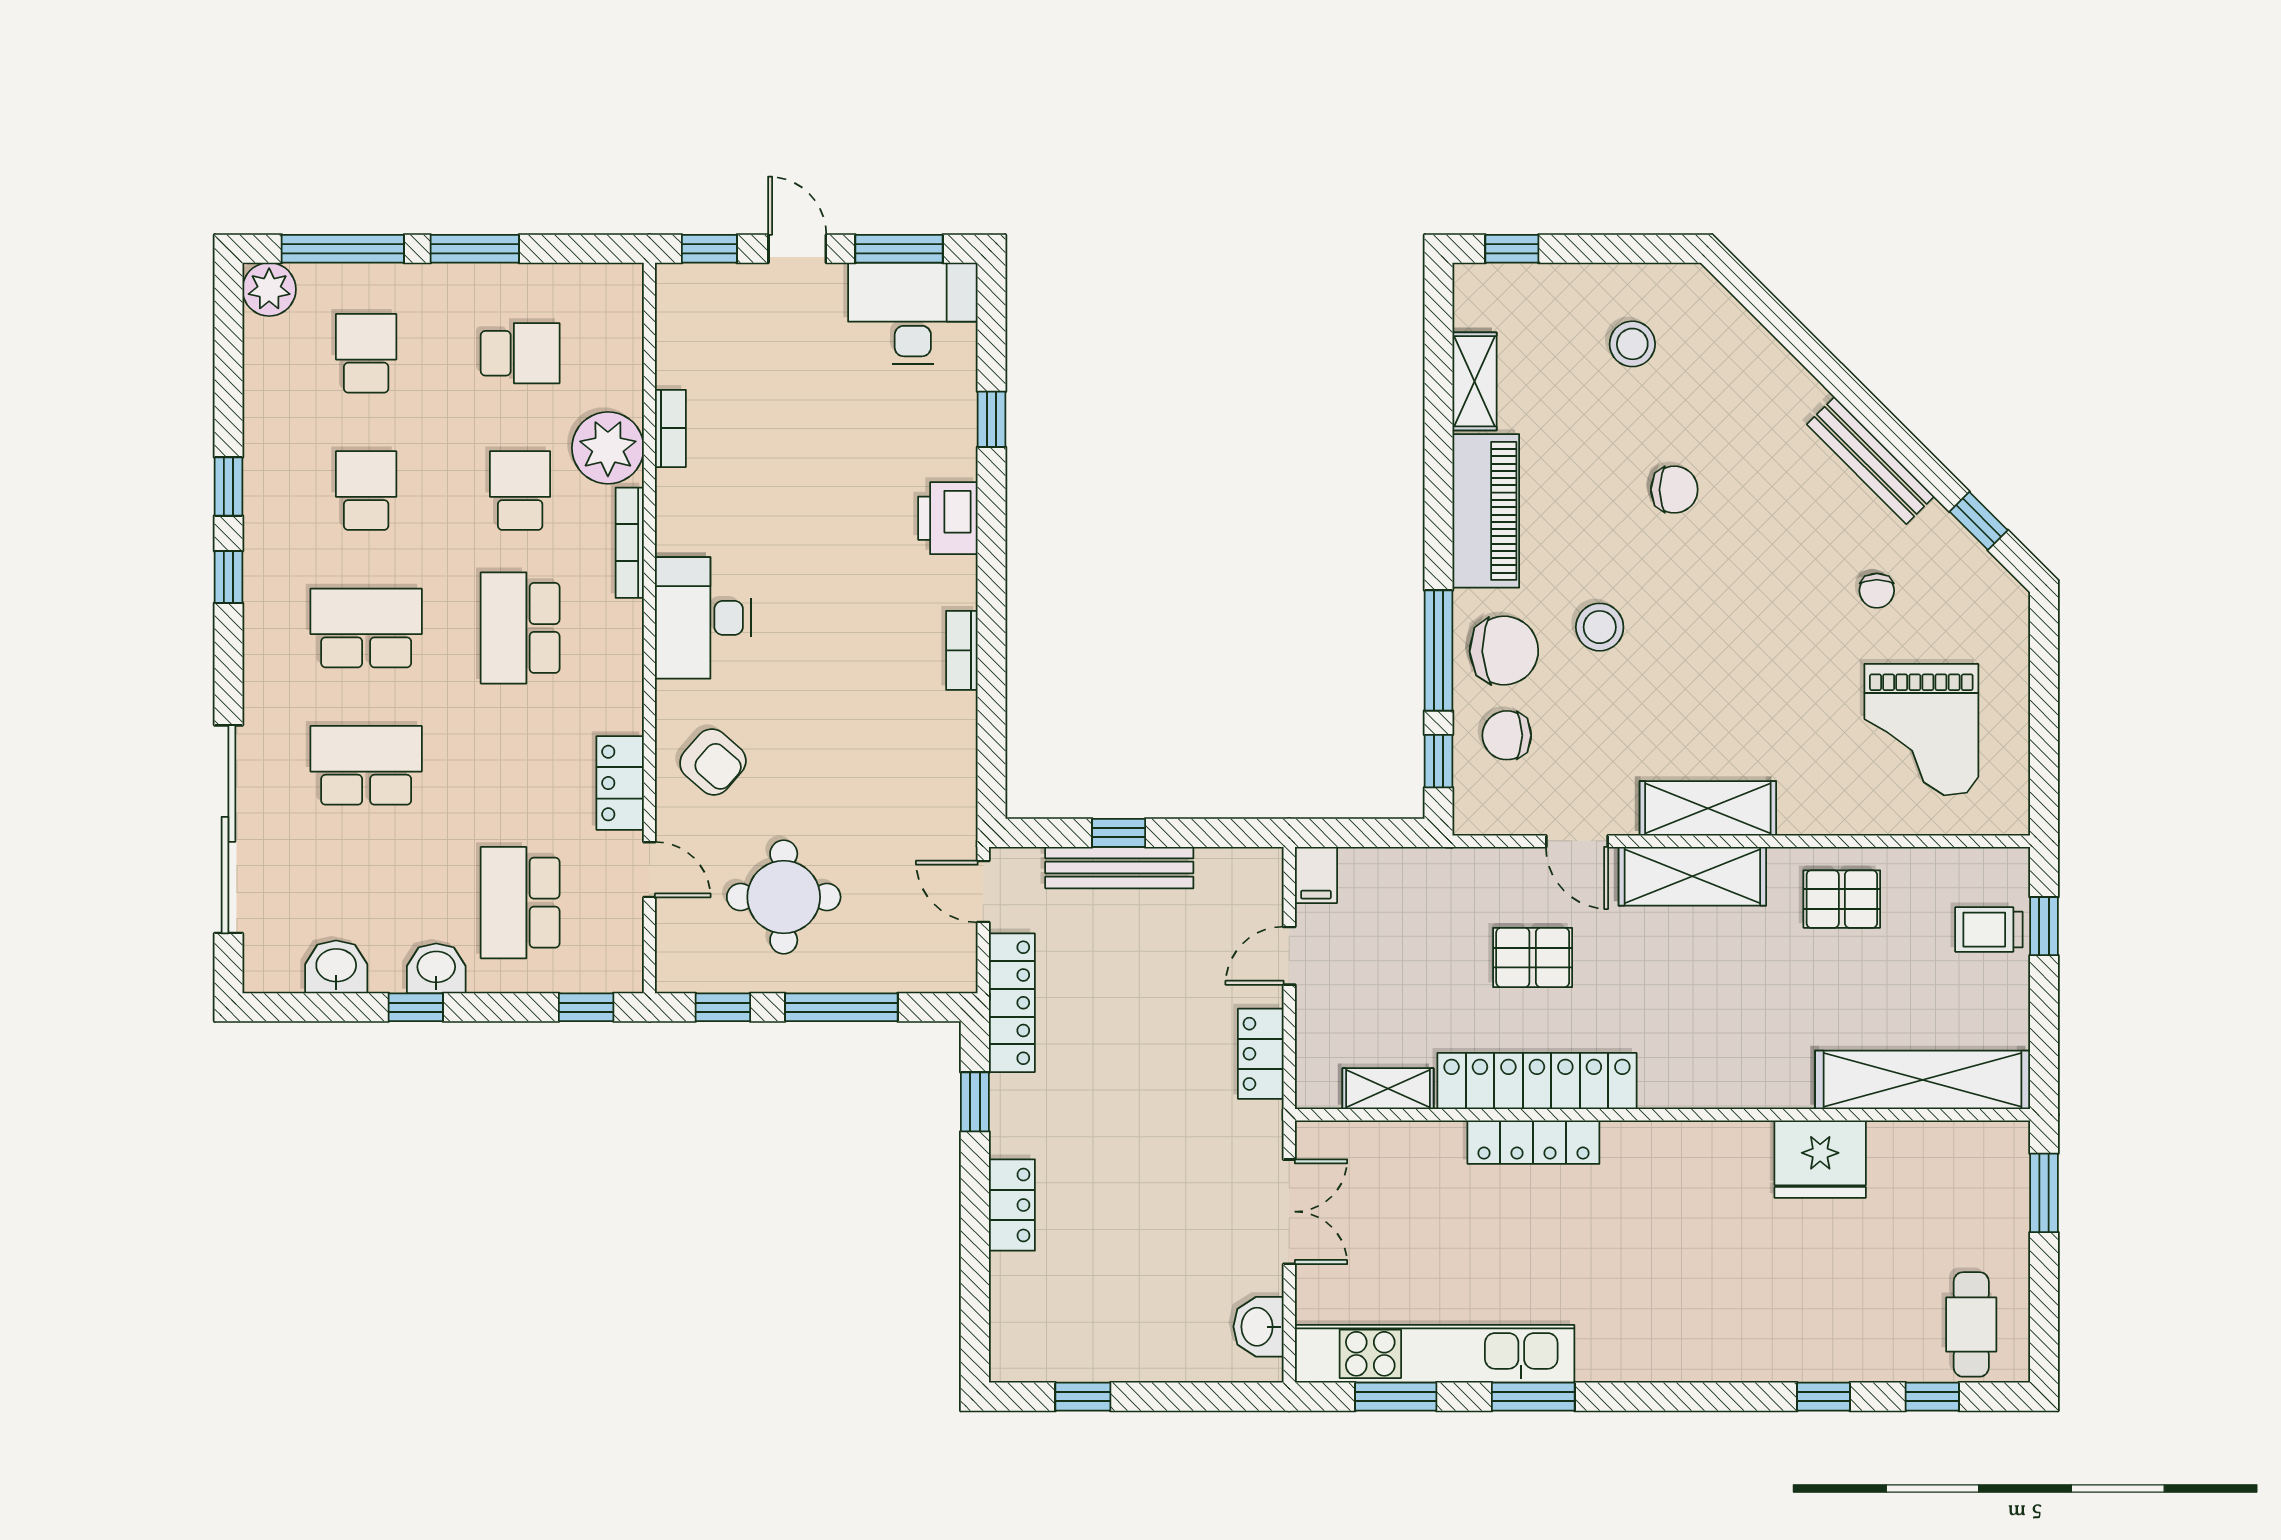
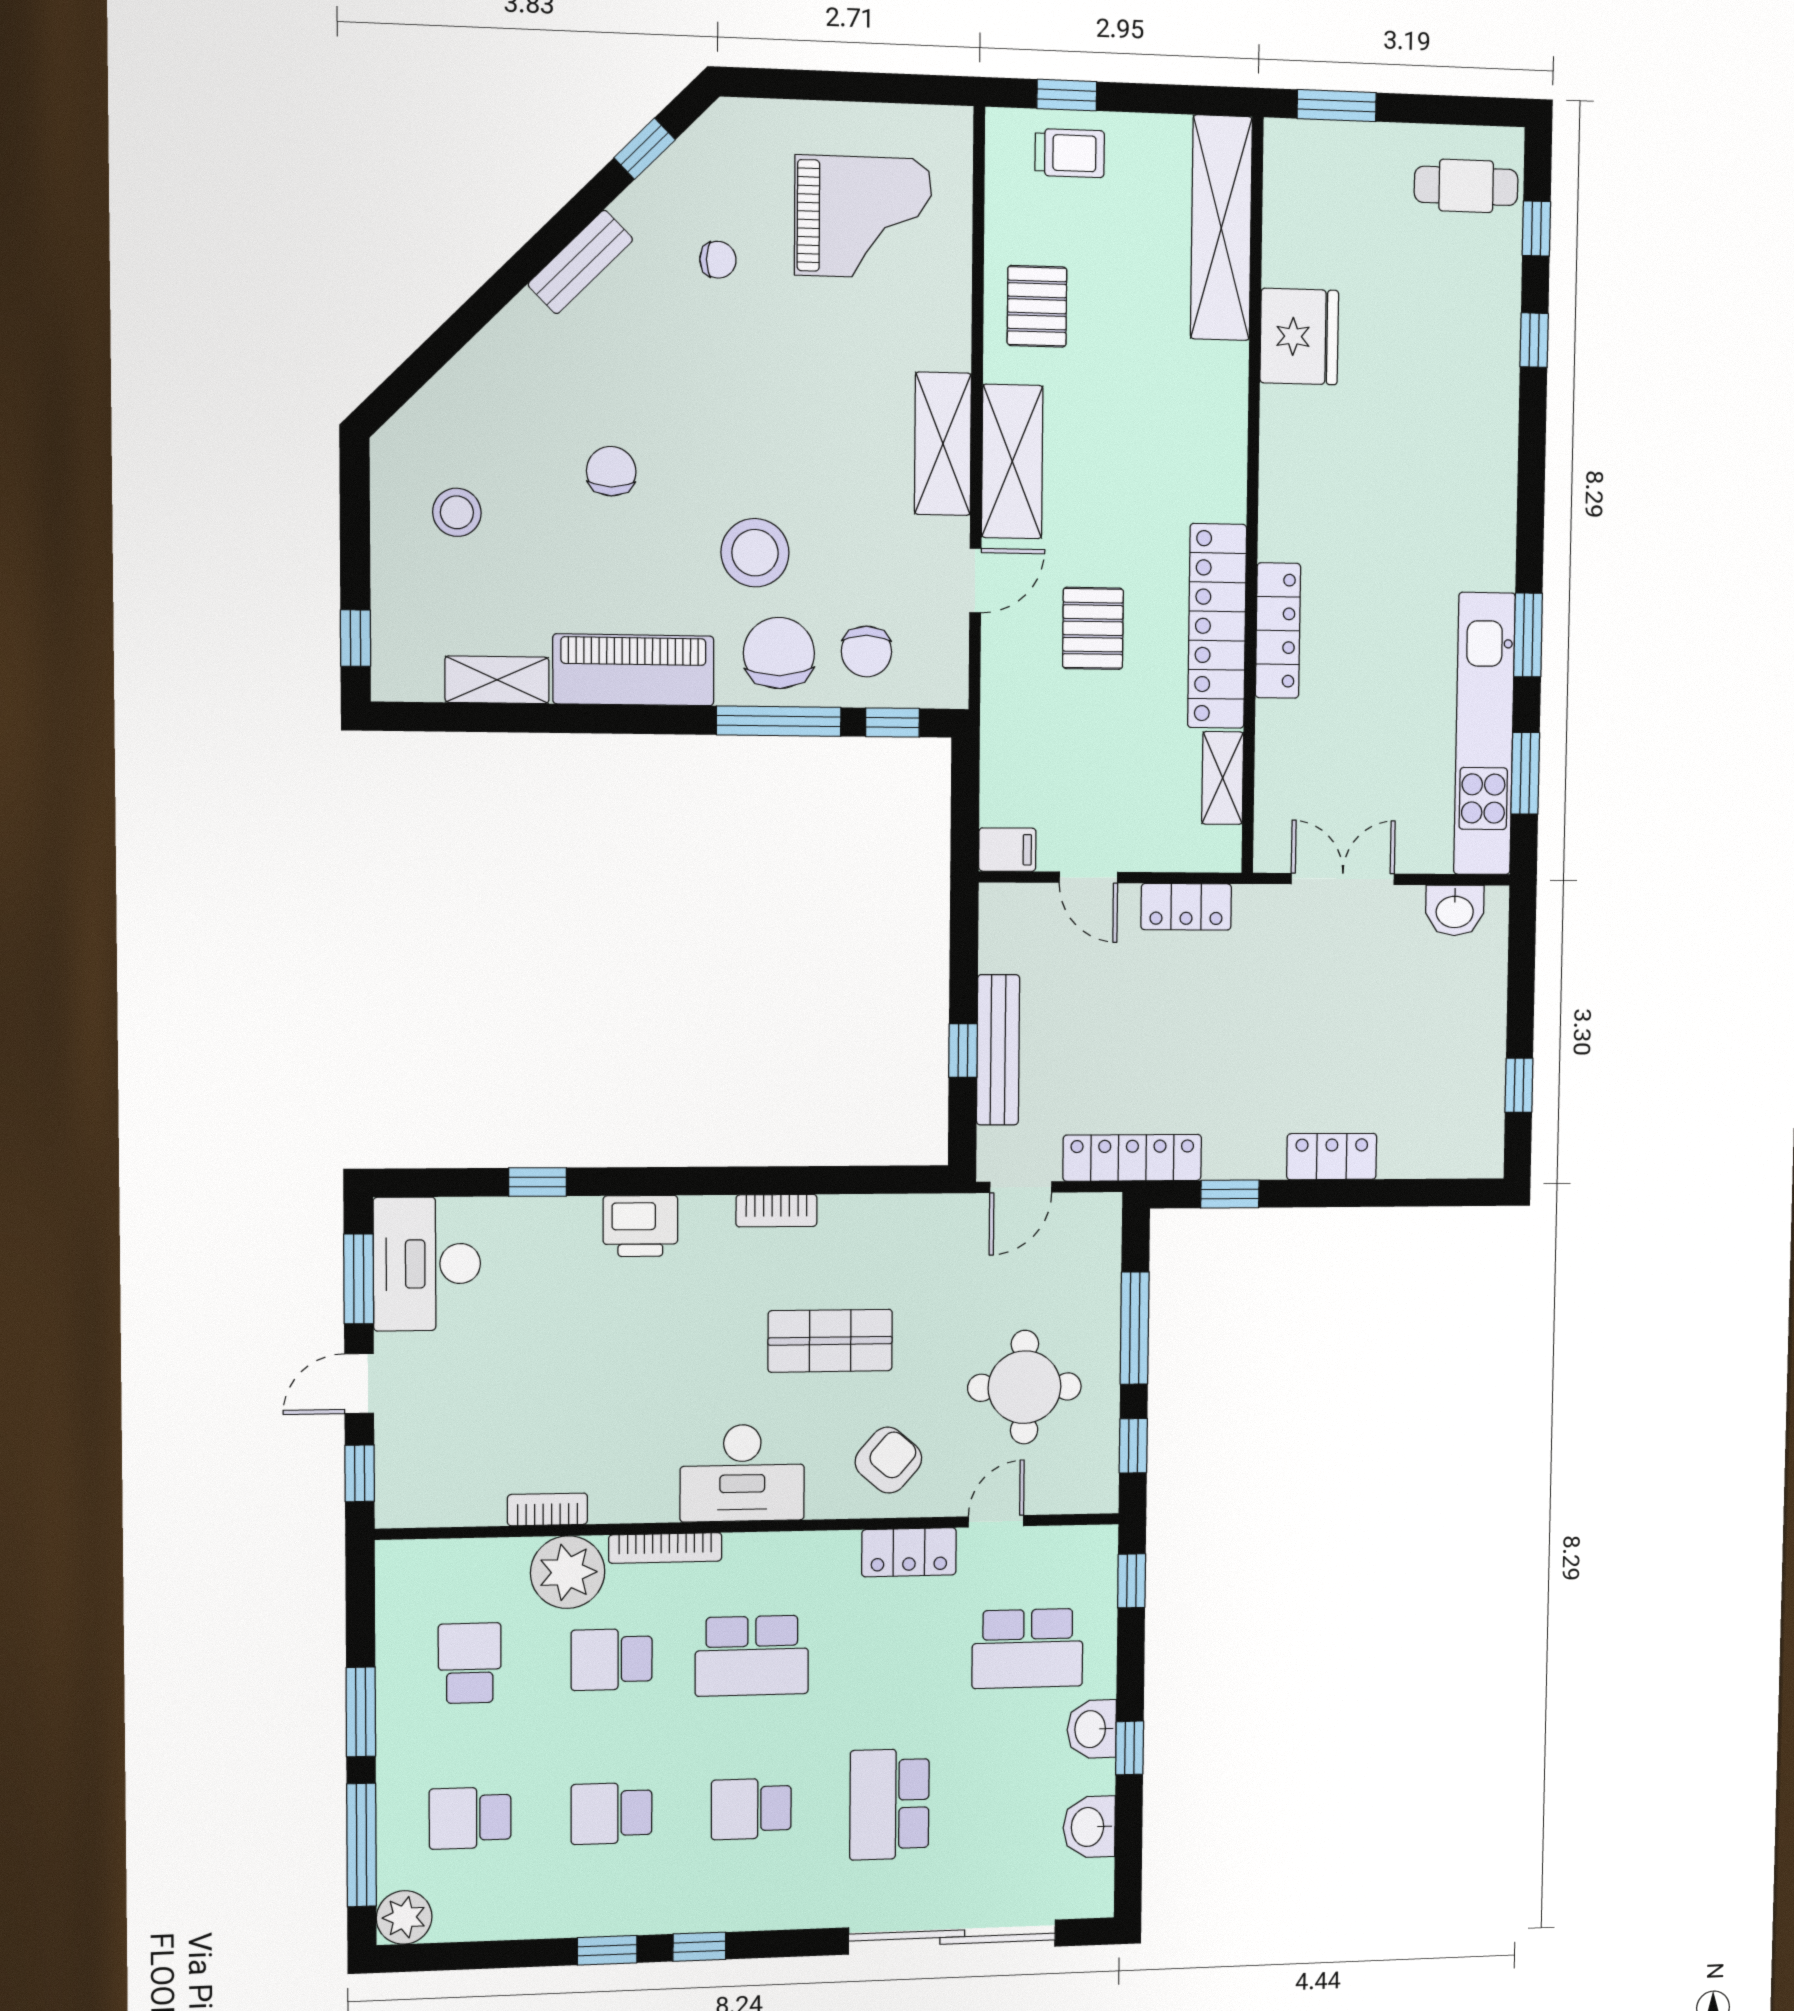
bench: (1871, 460) -> (580, 262), width x0.73
stool: (1600, 627) -> (755, 553), width x1.38, depth x1.38
school desk: (366, 628) -> (751, 1809), width x0.54
shop shelf: (833, 704) -> (830, 1341), added
trolley: (1989, 930) -> (1070, 153), turned -90

